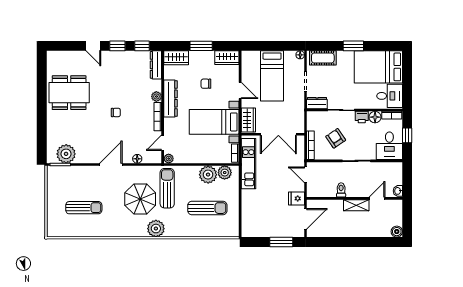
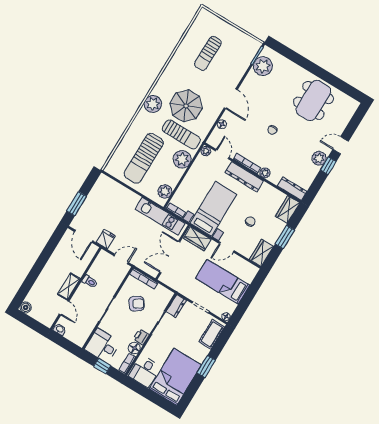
window: (142, 46) -> (315, 187), removed
plant: (116, 58) -> (319, 158), added
dresser: (171, 99) -> (244, 177), moved
plant: (208, 175) -> (182, 159), moved
sun lounger: (207, 208) -> (144, 158), width x1.36, depth x1.34

